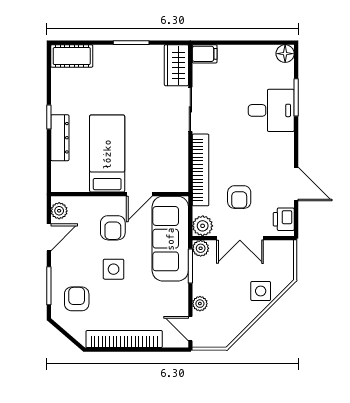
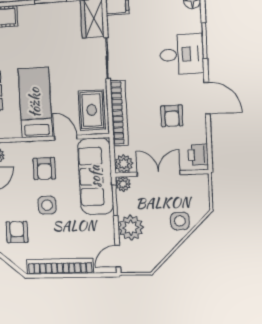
rug: (170, 165) -> (92, 110), added
door: (296, 184) -> (207, 98), moved
door: (139, 194) -> (66, 138), swing flipped
armchair: (239, 197) -> (172, 116), moved
double door: (240, 238) -> (158, 173), swing flipped
plant: (200, 304) -> (131, 228), width x1.88, depth x1.88
door: (190, 329) -> (118, 256), hinge flipped

